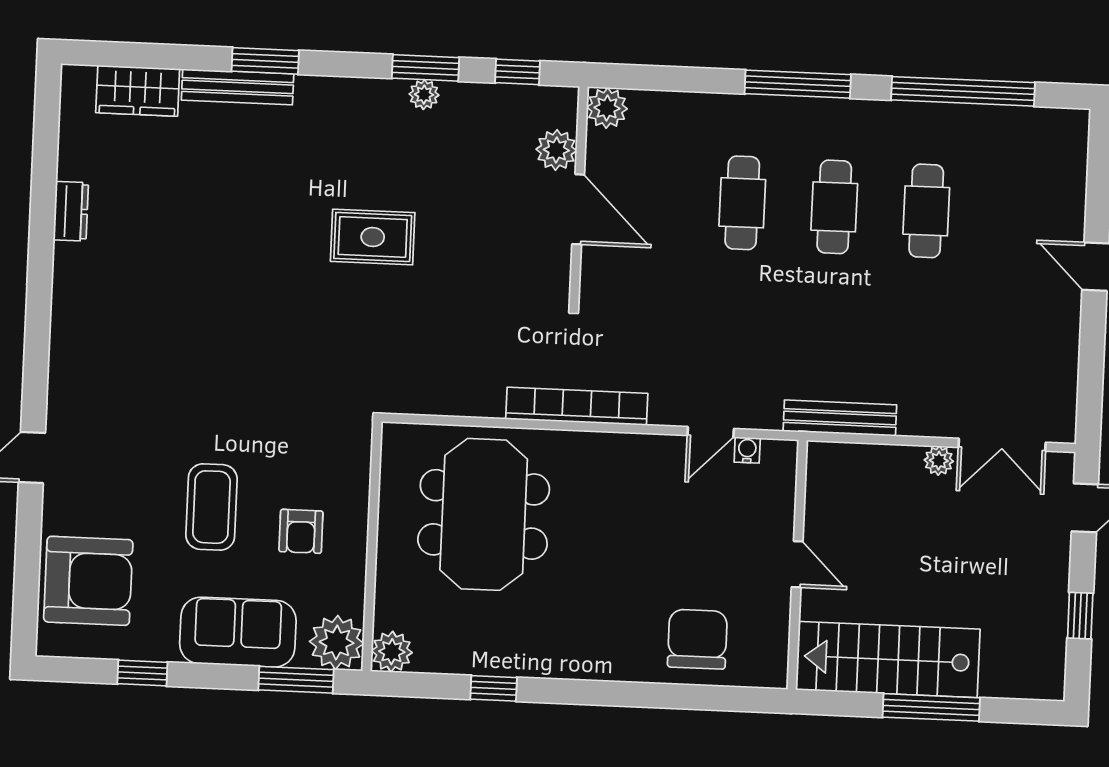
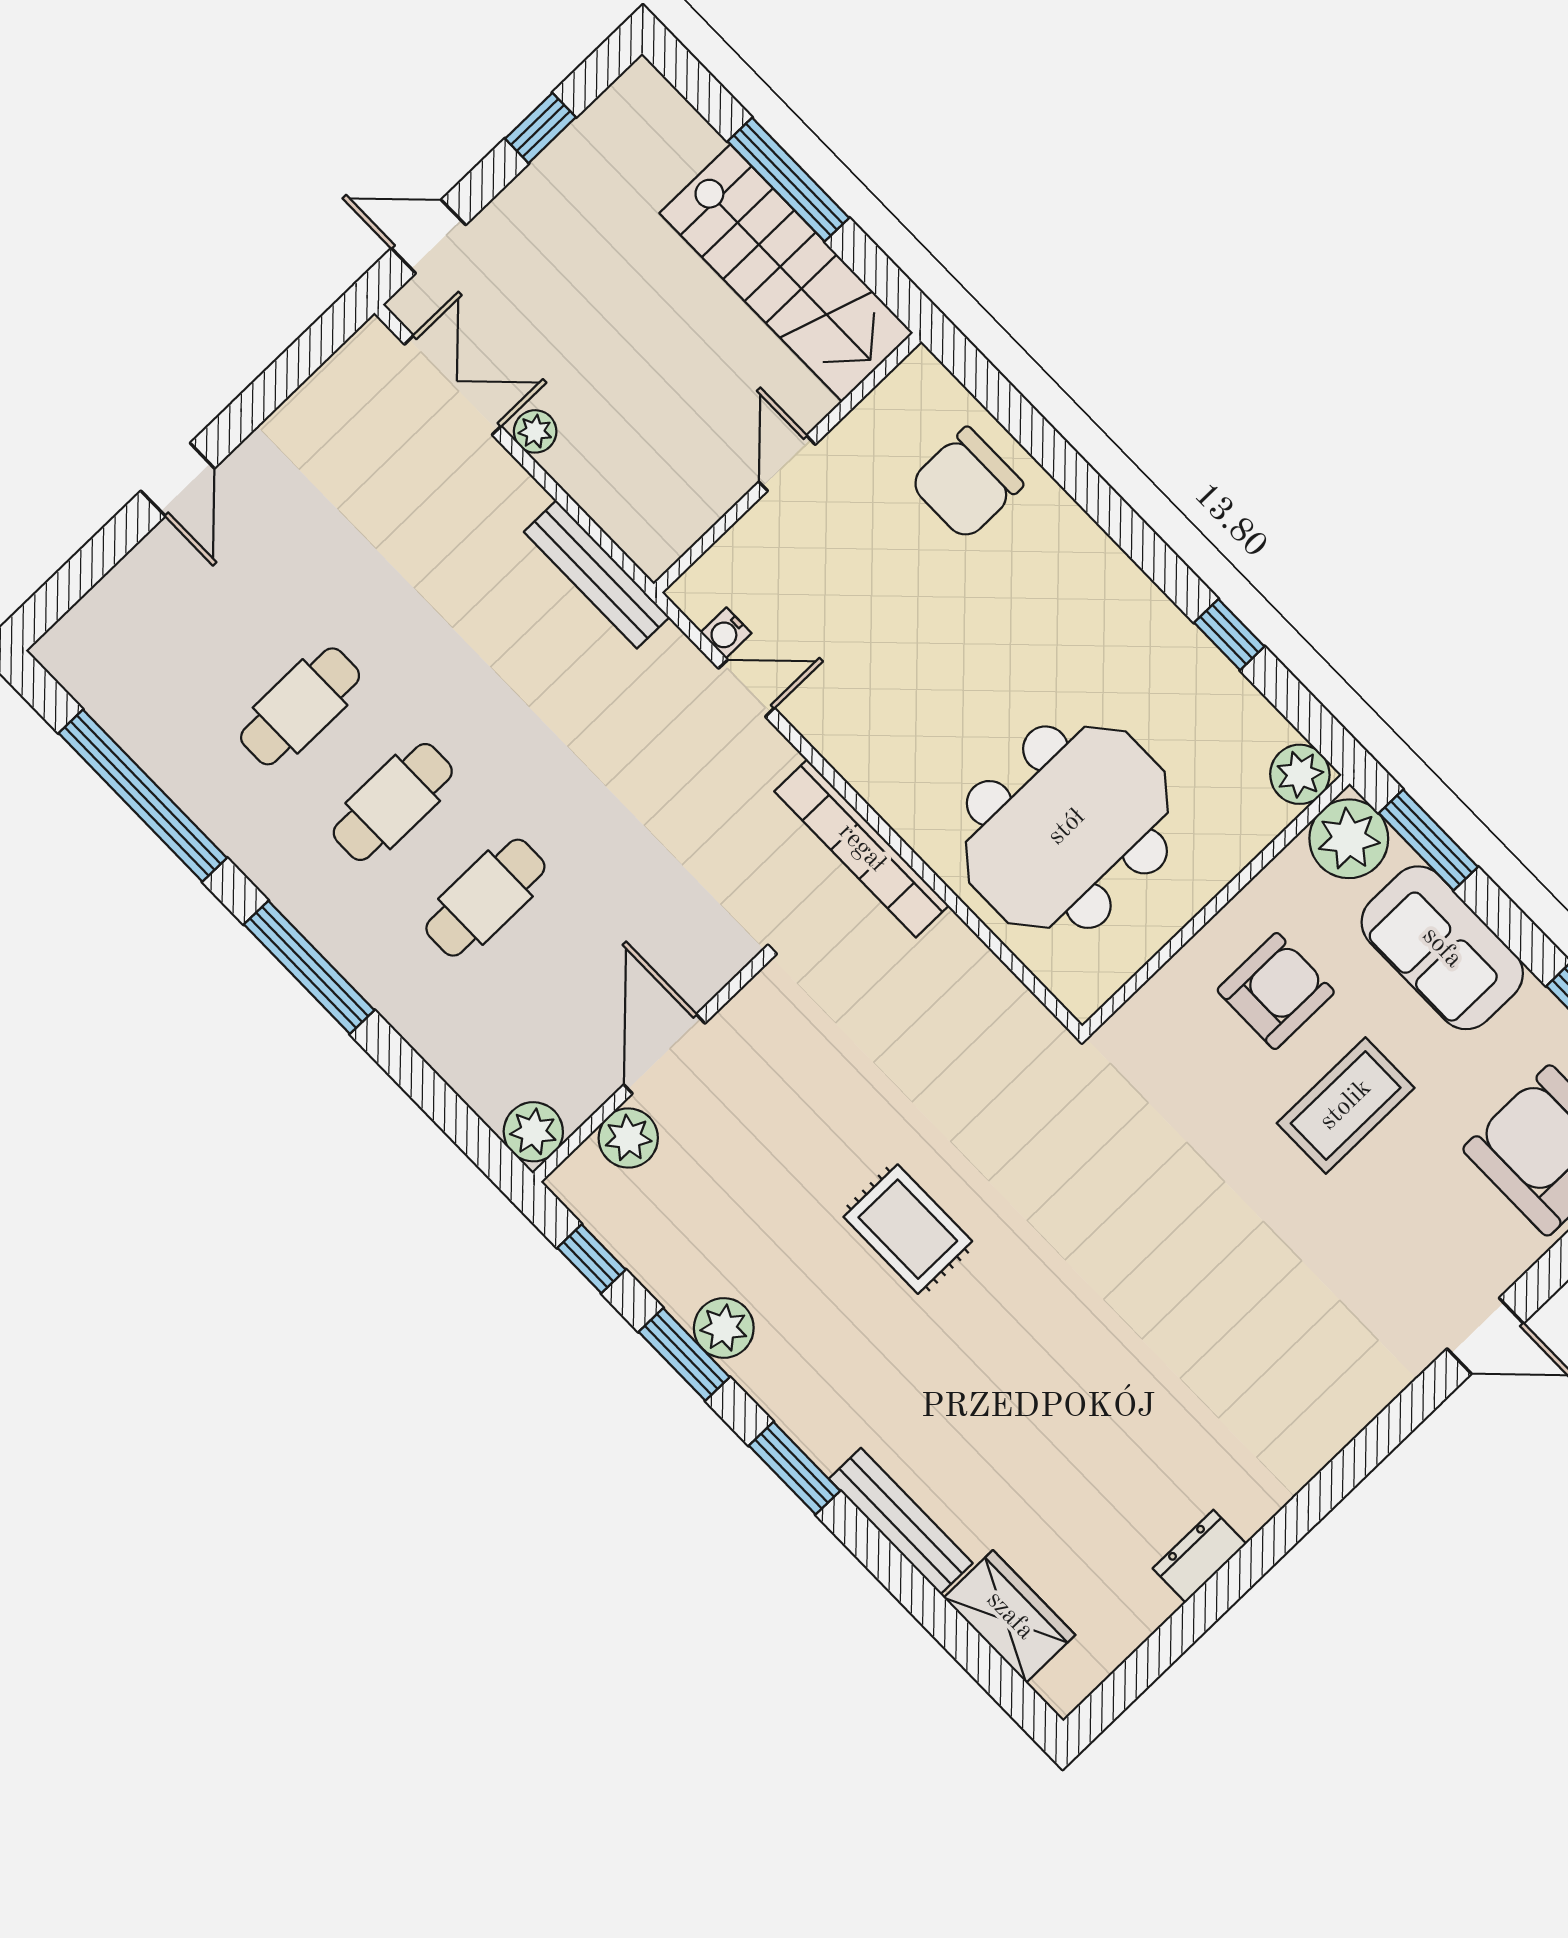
window: (265, 61) -> (795, 1468), moved
plant: (424, 95) -> (724, 1328), width x1.38, depth x1.38
armchair: (301, 531) -> (1276, 991), width x1.38, depth x1.38

